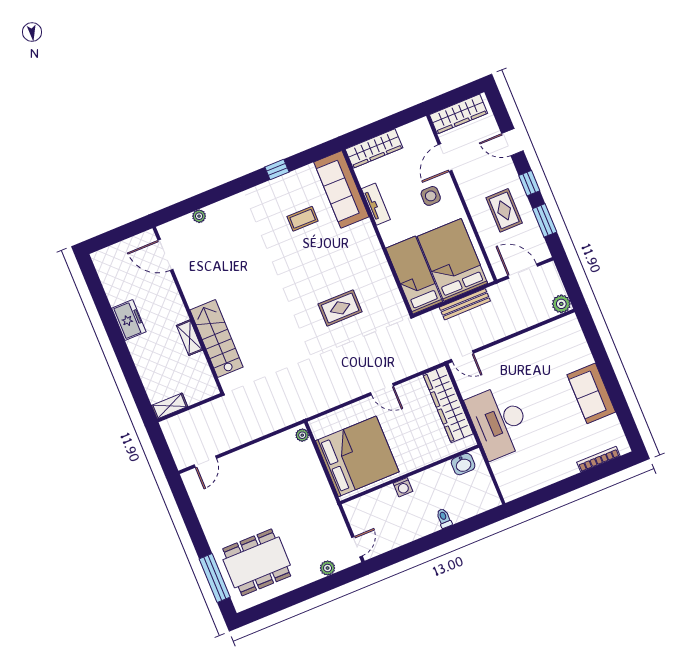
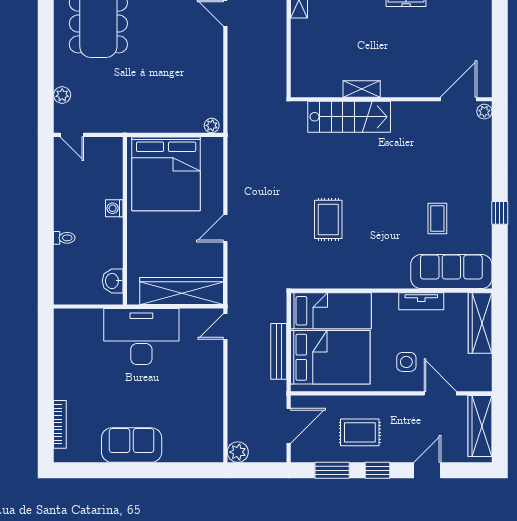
door: (165, 255) -> (458, 99), moved
wall: (188, 310) -> (391, 99), moved
shelving: (189, 338) -> (362, 89), moved
stairs: (216, 339) -> (349, 117), moved

